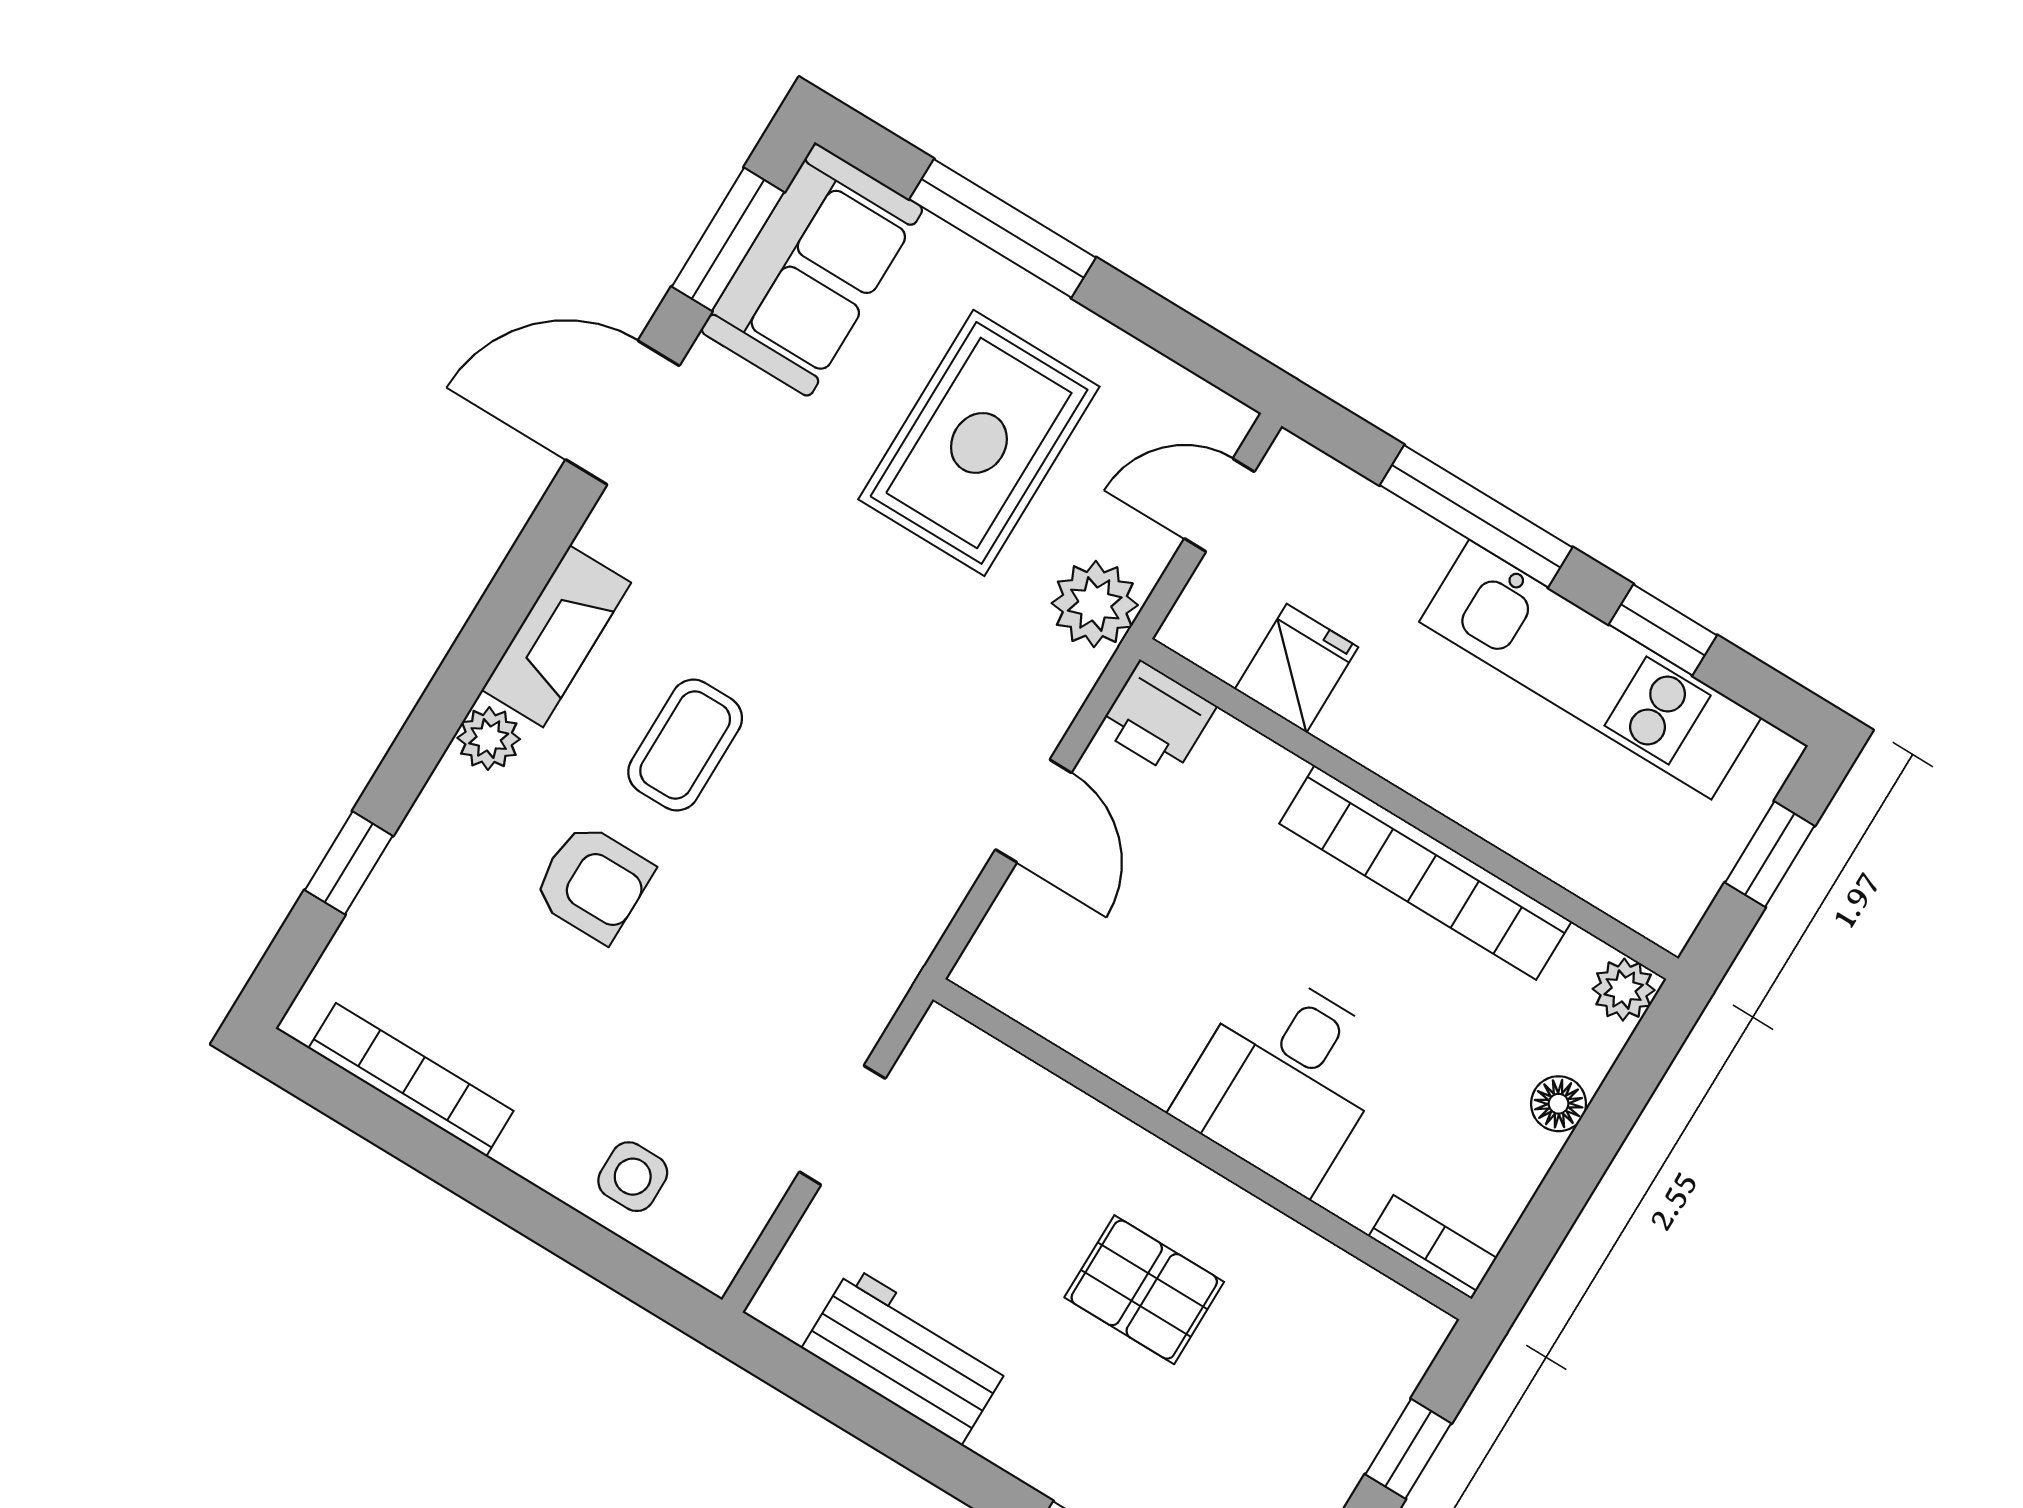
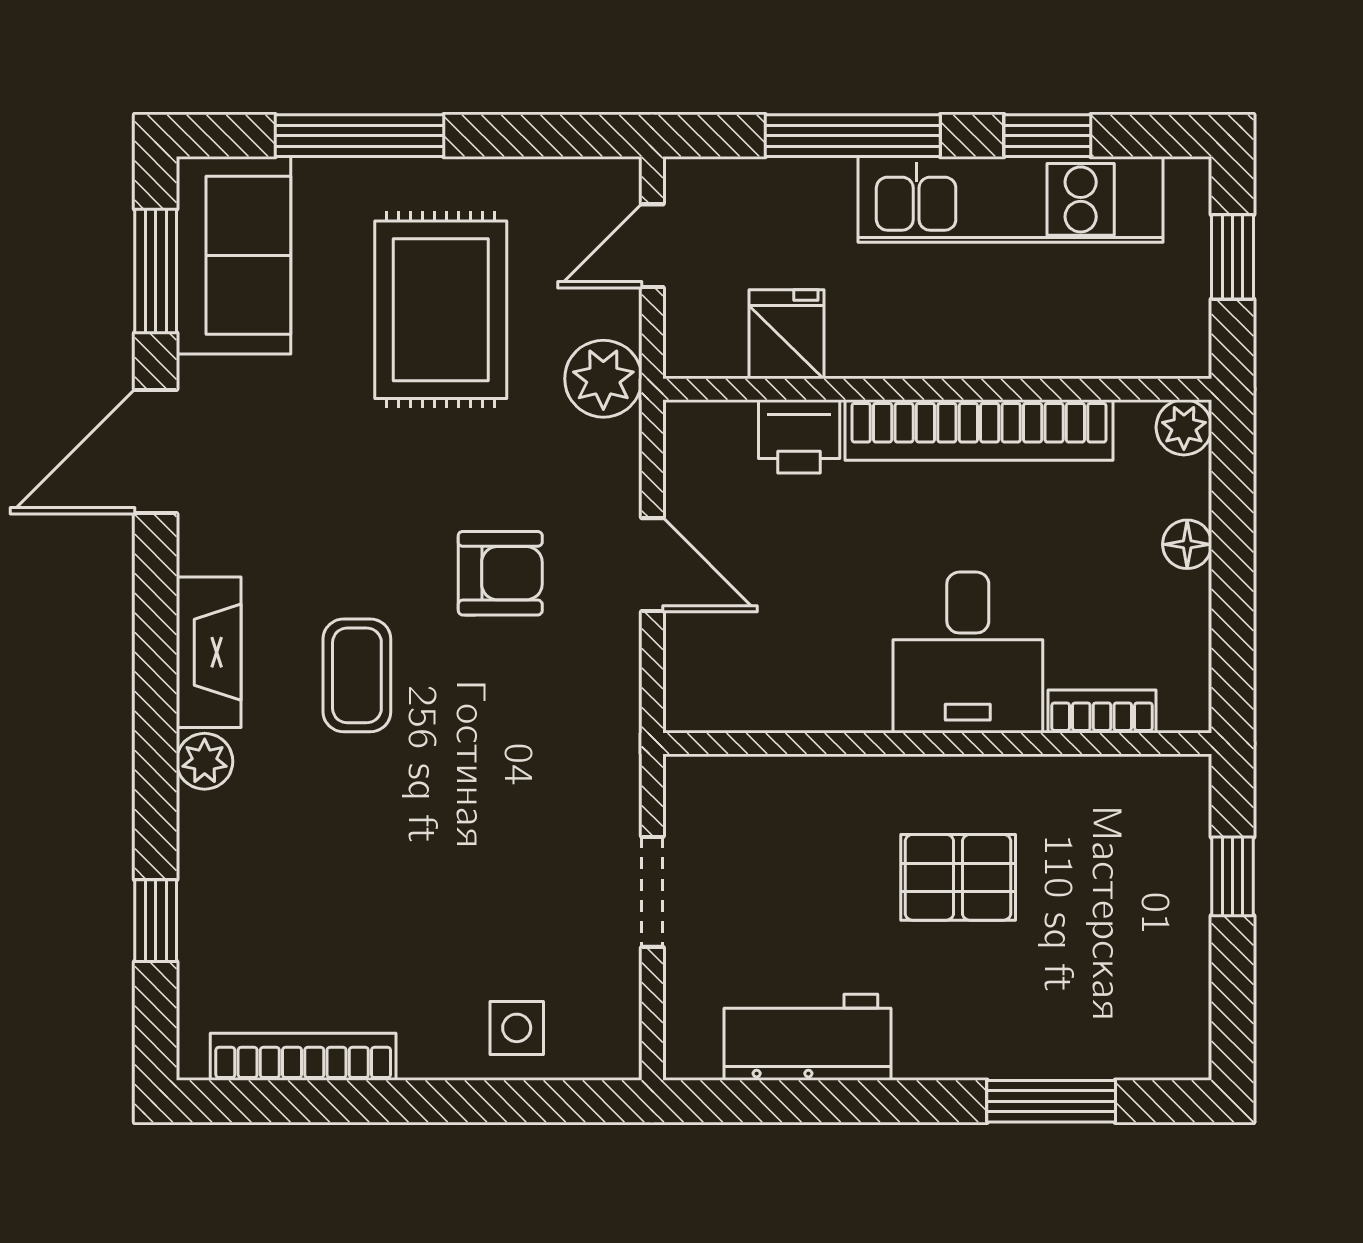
printer: (1157, 718) -> (799, 436), moved
armchair: (593, 883) -> (500, 573), moved
bookcase: (1433, 1247) -> (1102, 712), moved

